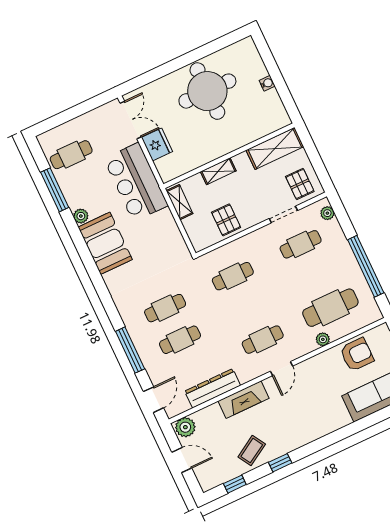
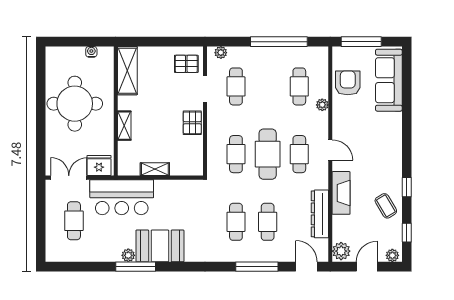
shelving: (275, 148) -> (127, 71), moved
cafe table: (71, 155) -> (74, 221), moved
wall: (229, 156) -> (116, 111), moved
shelving: (218, 171) -> (124, 126), moved
window: (55, 190) -> (136, 267), moved
pallet: (226, 220) -> (192, 123), moved, turned 90
cafe table: (248, 308) -> (268, 154), added
cafe table: (330, 308) -> (299, 86), width x0.73, depth x0.74
plant: (205, 480) -> (392, 255), added

